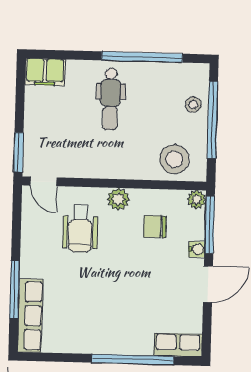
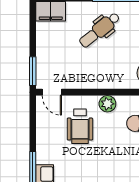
dental chair: (110, 99) -> (100, 30), turned 51

